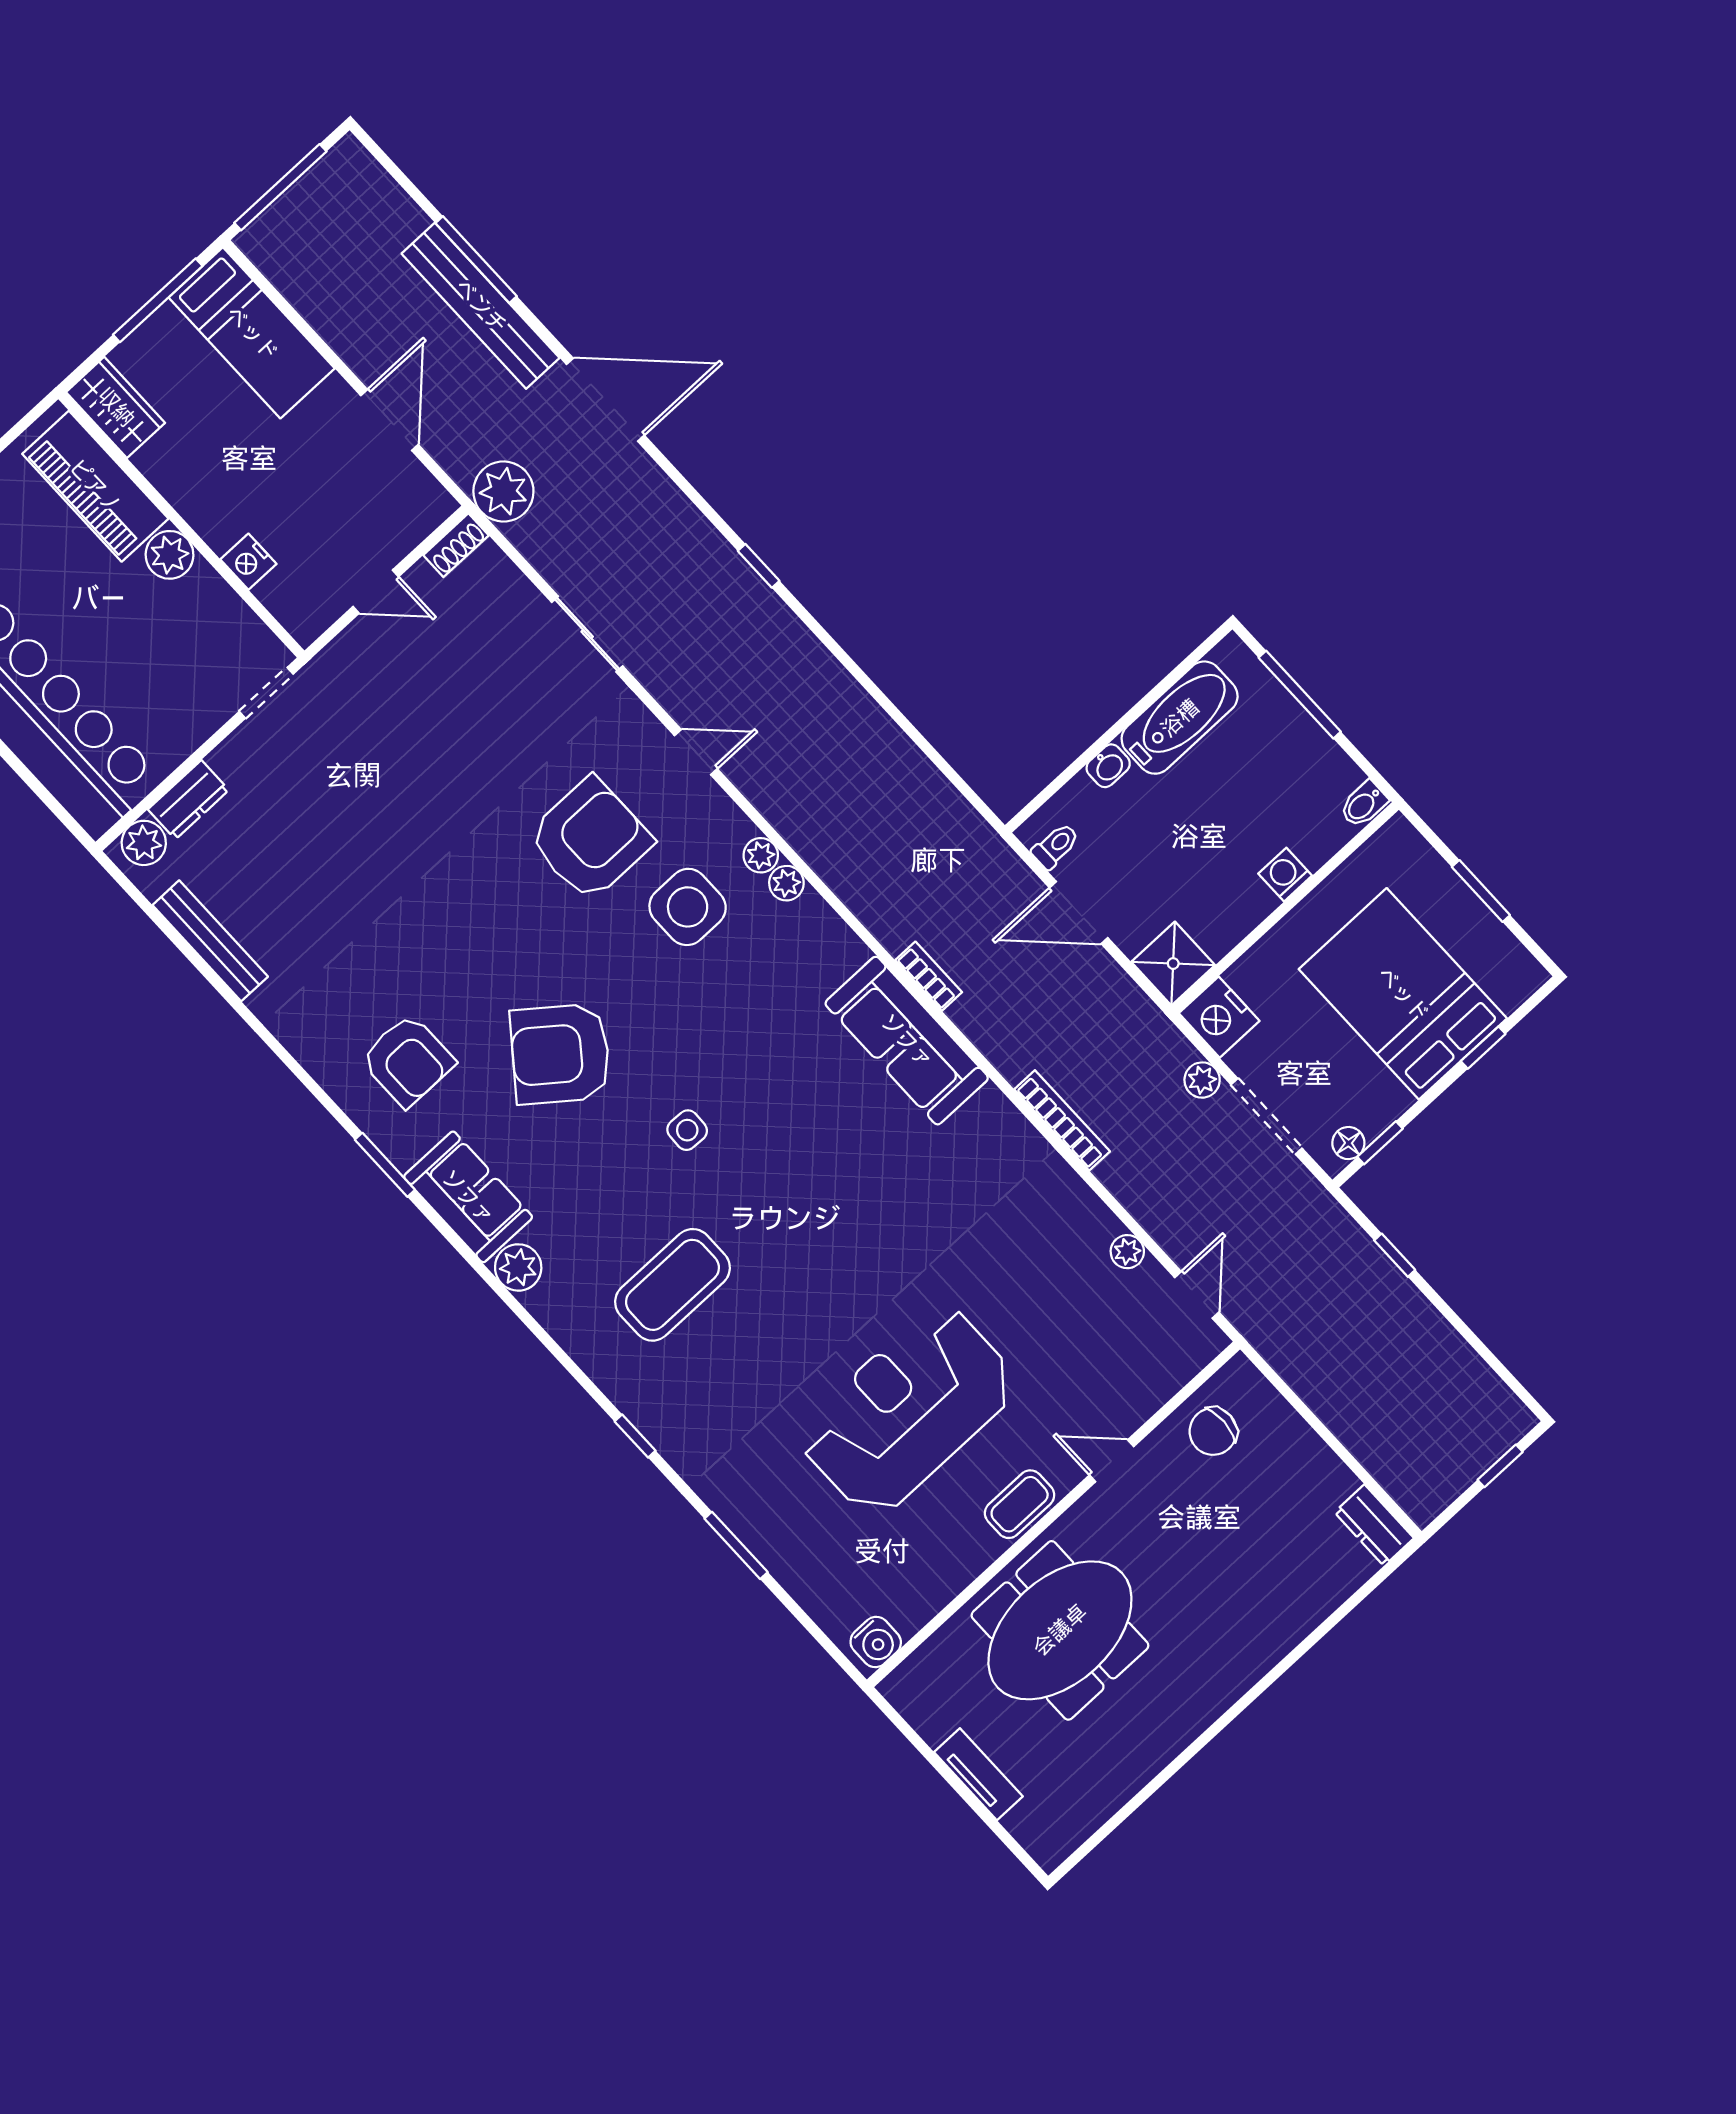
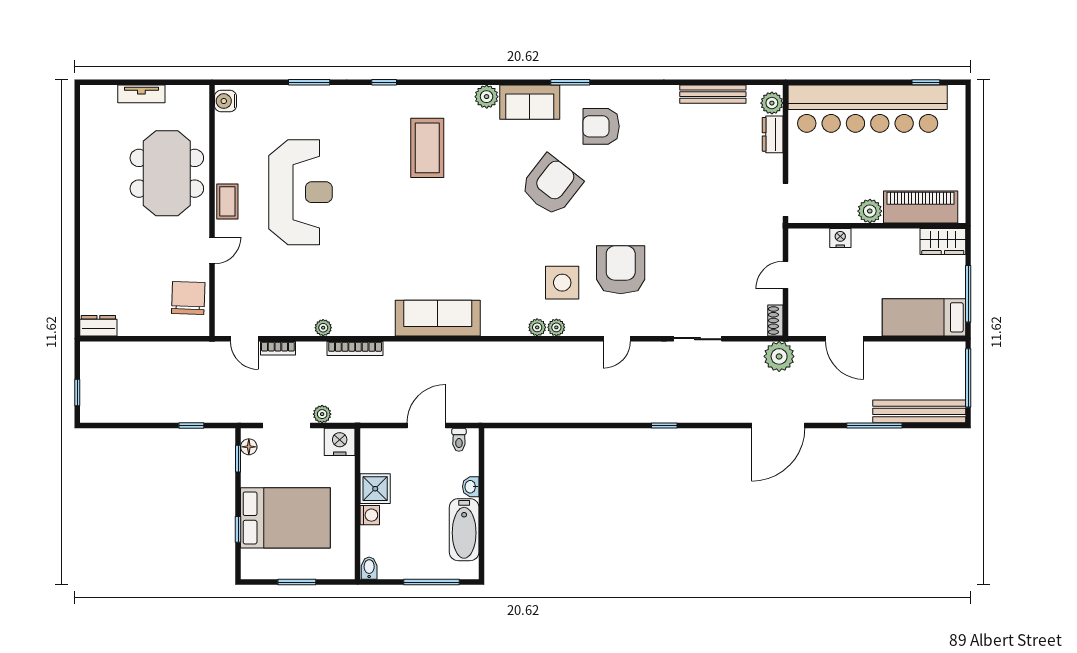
bench: (481, 306) -> (919, 411), moved
armchair: (590, 839) -> (621, 270), turned 180
shower: (1173, 964) -> (375, 489), moved
bookcase: (929, 976) -> (278, 348), moved
side table: (687, 1130) -> (480, 206), removed
plant: (1127, 1252) -> (323, 328), moved
chair: (1213, 1431) -> (188, 298), width x1.37, depth x1.37

